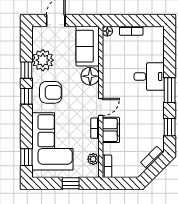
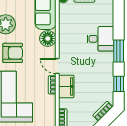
door: (101, 107) -> (57, 66), swing flipped
plant: (93, 159) -> (51, 112), removed

